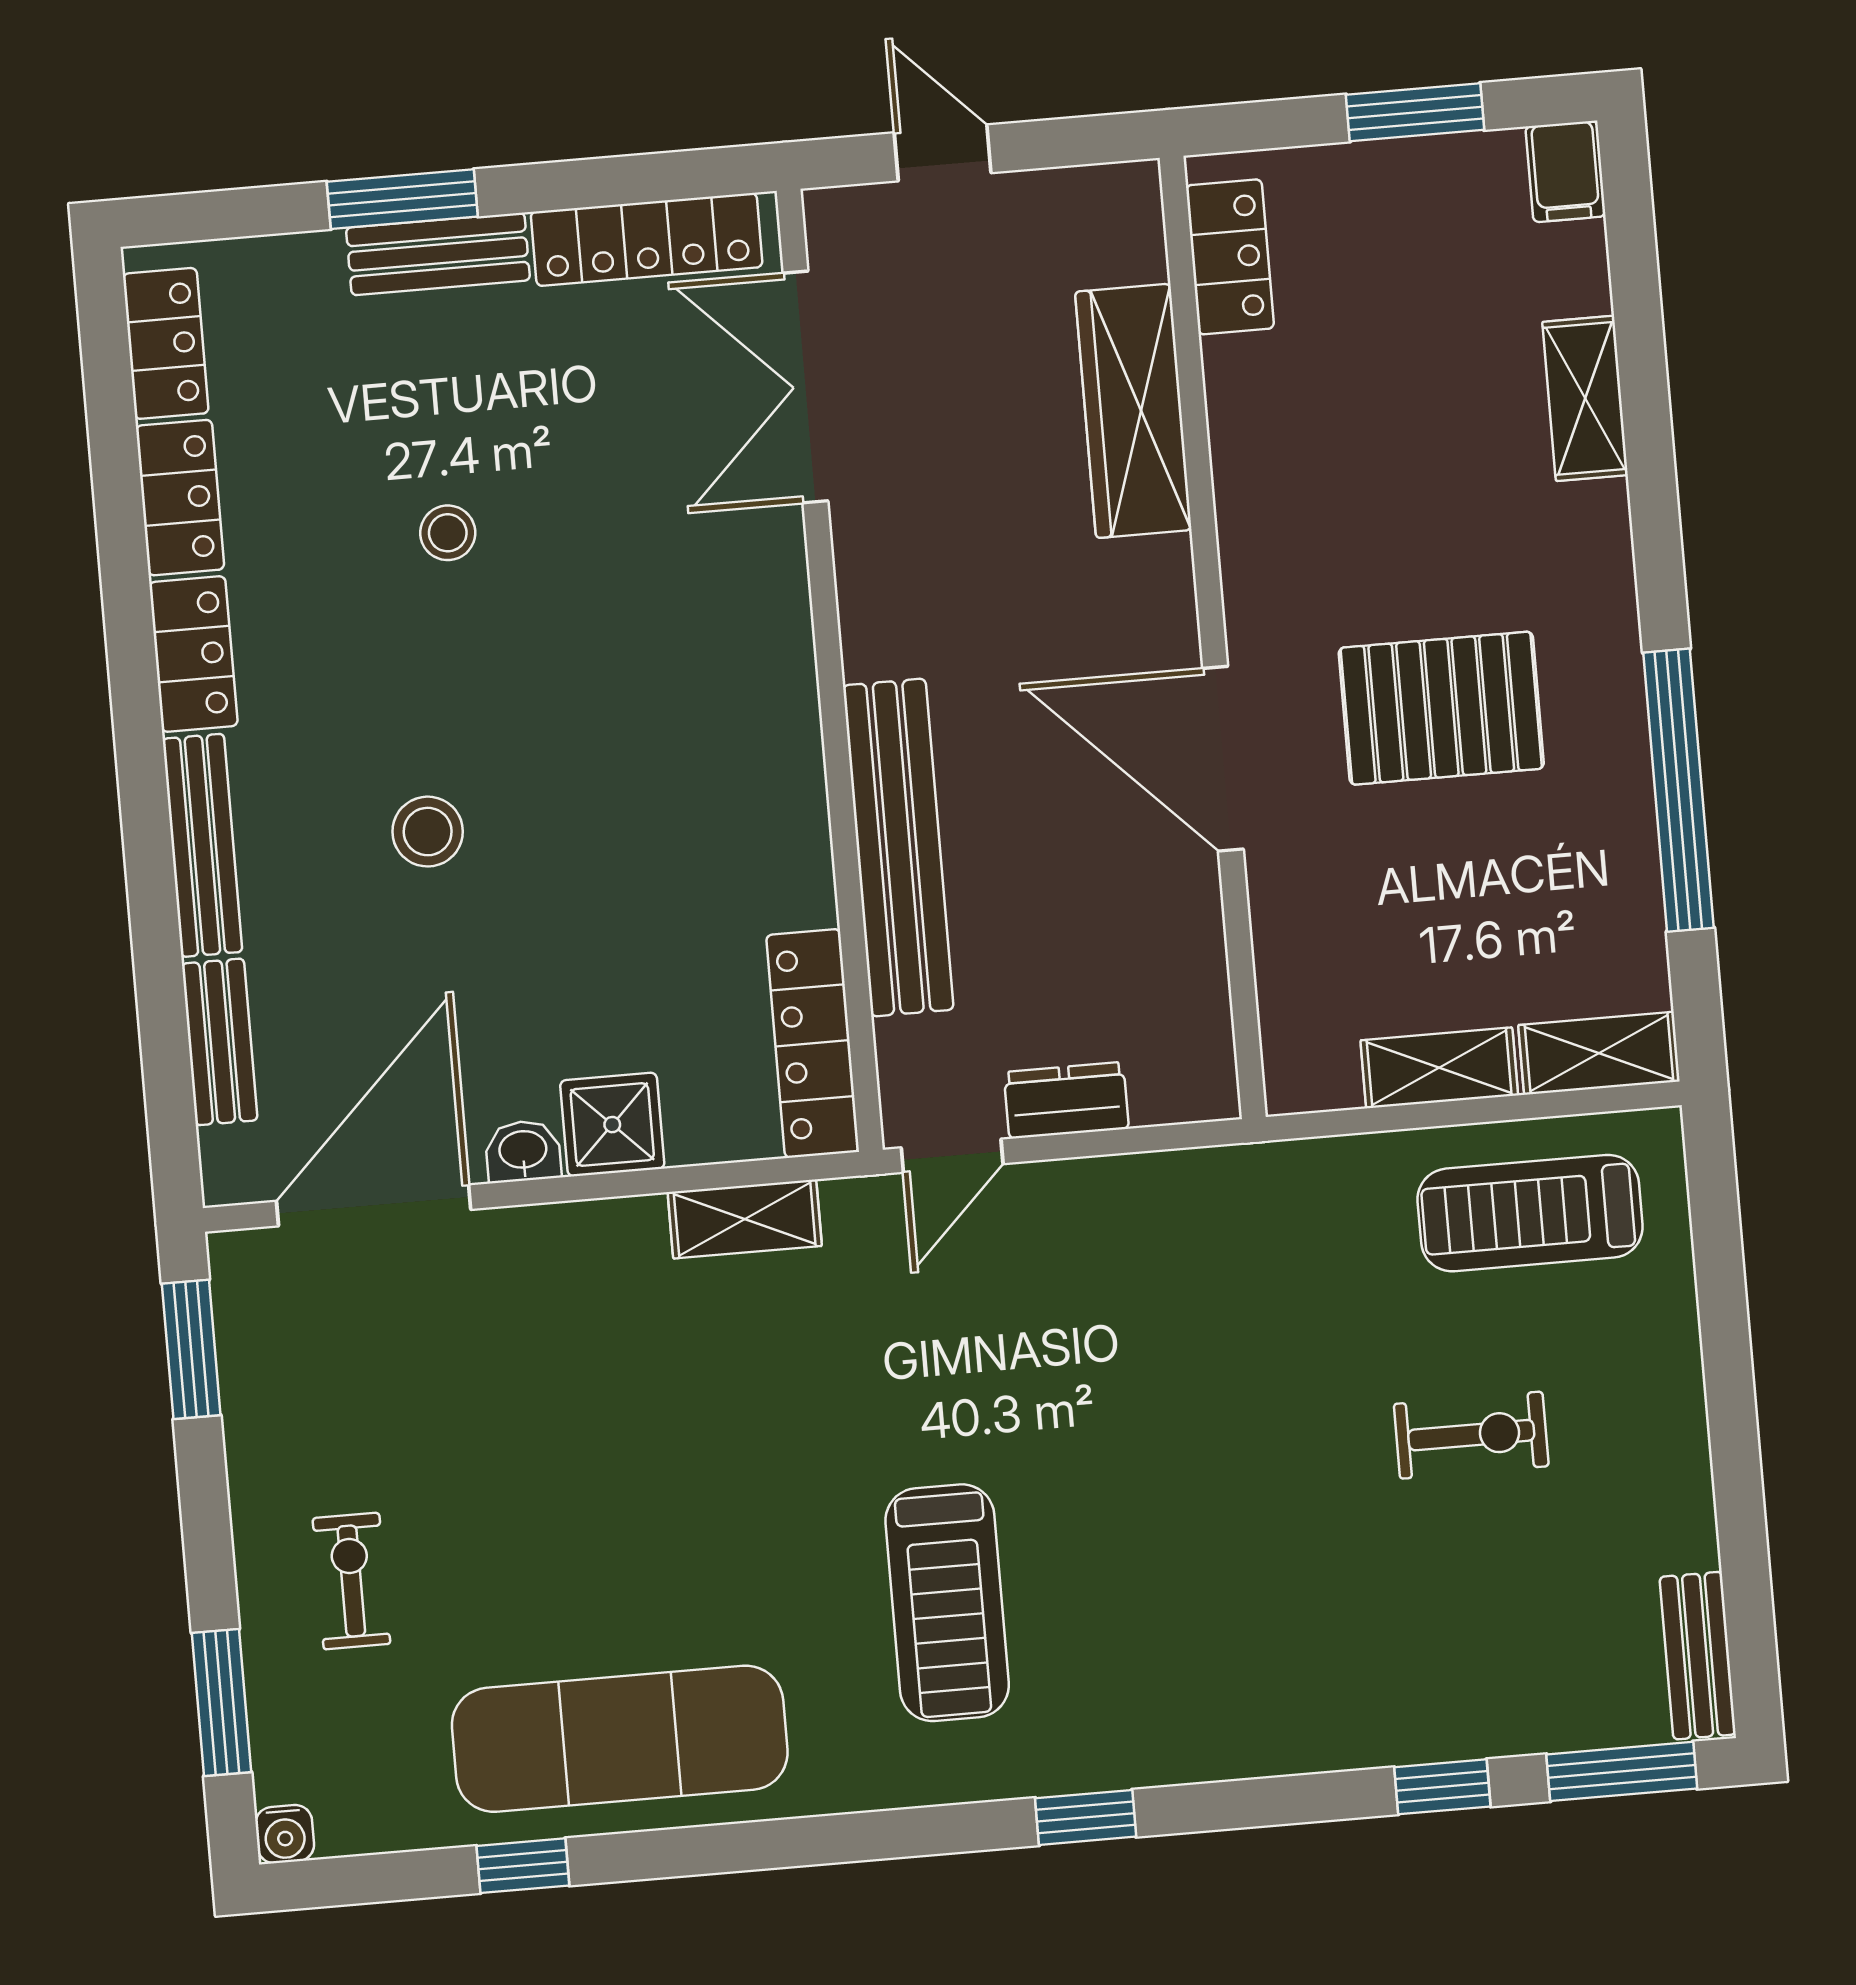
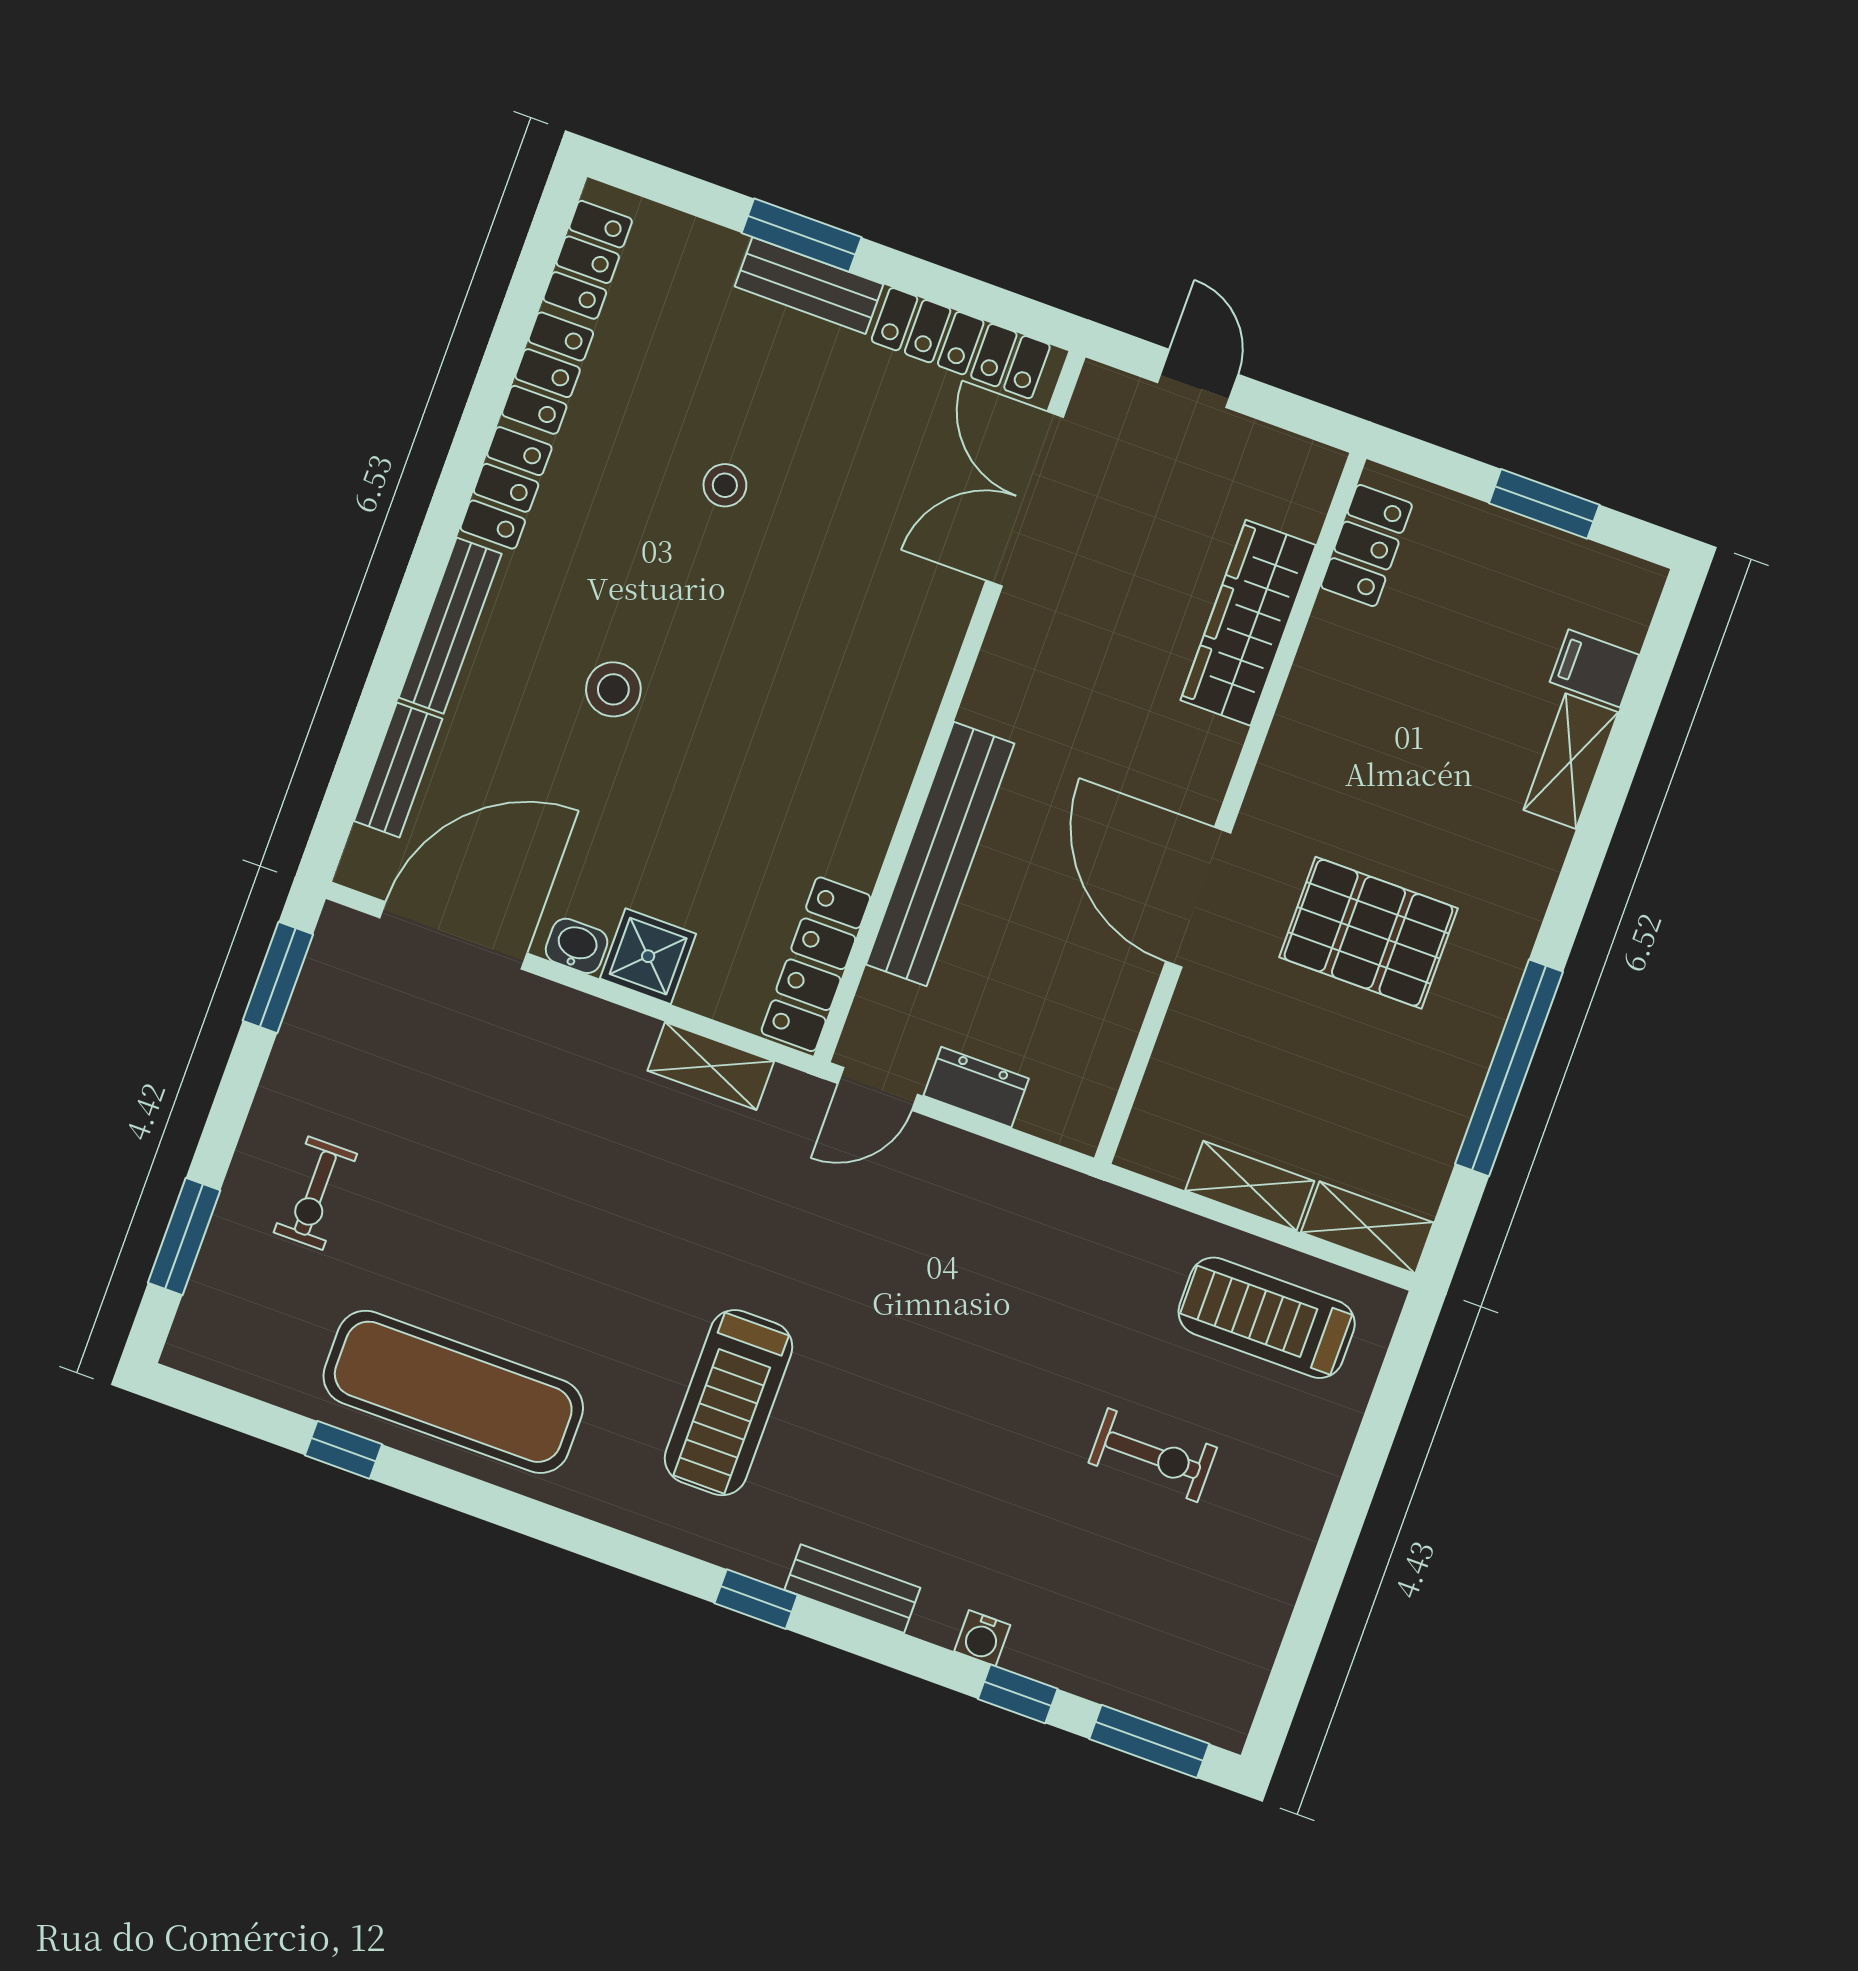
filing cabinet: (1565, 171) -> (1594, 668), moved, turned 90
exercise bike: (351, 1581) -> (315, 1193), turned 180
bench: (1698, 1656) -> (852, 1589), moved, turned 90
water cooler: (285, 1834) -> (982, 1638), moved

